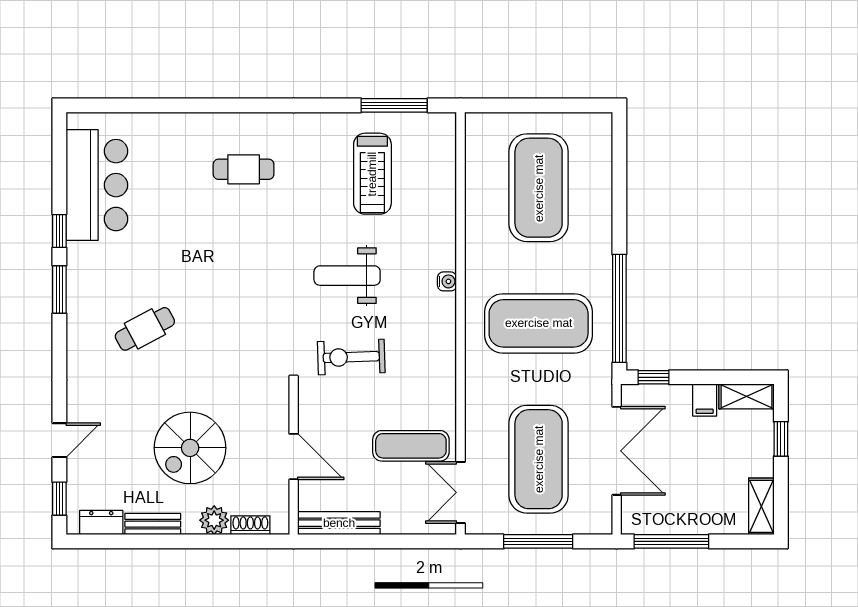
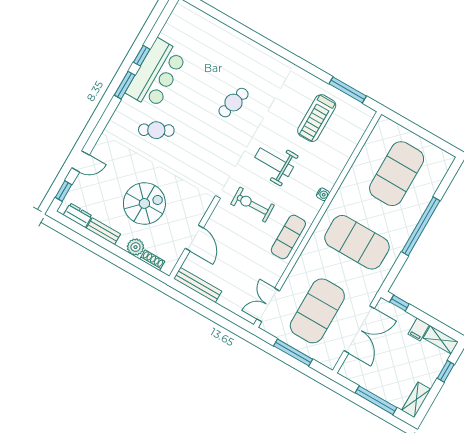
cafe table: (244, 169) -> (233, 103), moved, turned -75
bar counter: (97, 185) -> (156, 74), moved
window: (619, 308) -> (421, 226), moved
exercise mat: (411, 446) -> (288, 237), moved, turned 90
spiral stairs: (190, 448) -> (144, 203), turned 180
window: (671, 541) -> (376, 400), moved

